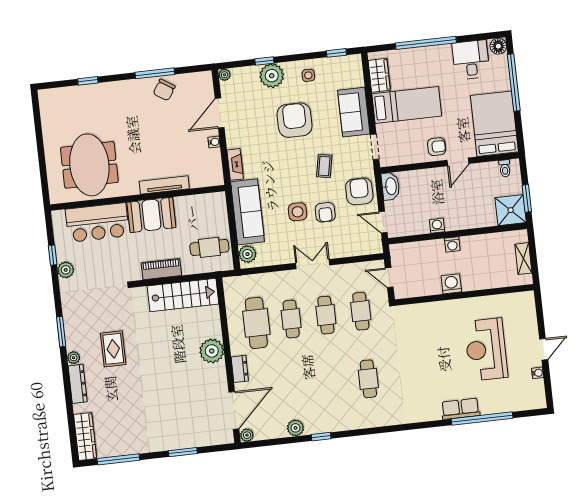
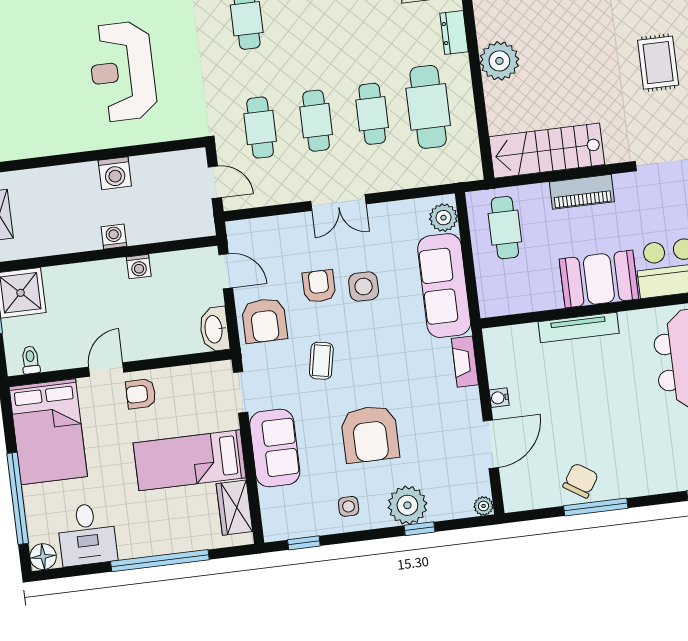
cafe table: (209, 247) -> (505, 228), turned 90
reception desk: (486, 349) -> (122, 72), moved, turned 180

